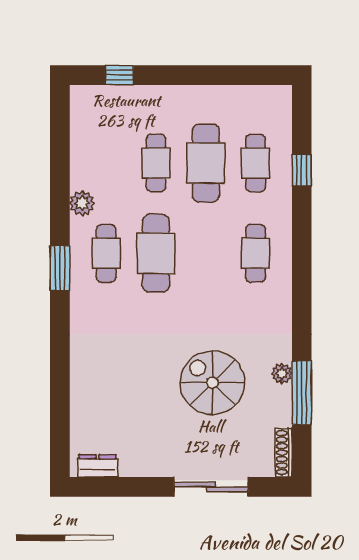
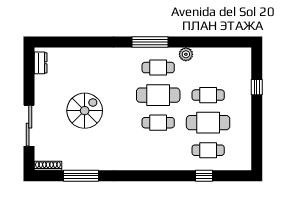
window: (119, 75) -> (257, 87), moved
cafe table: (256, 253) -> (158, 123), moved
window: (60, 268) -> (150, 42), width x1.44
plant: (282, 373) -> (92, 165), removed
spiral stairs: (212, 383) -> (85, 111), moved

